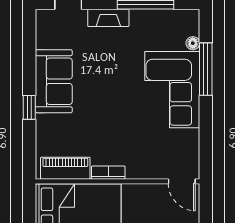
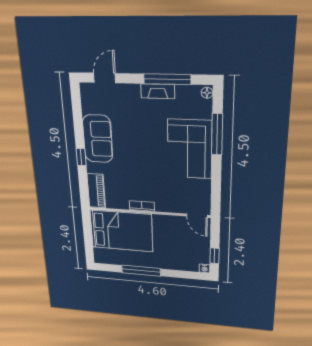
fireplace: (108, 18) -> (158, 91), moved
floor lamp: (193, 43) -> (207, 93), moved
piano: (65, 168) -> (96, 191), moved, turned 90

